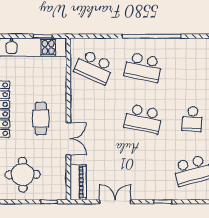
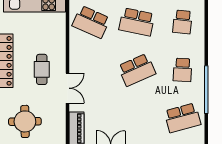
school desk: (192, 67) -> (182, 22), added
school desk: (143, 119) -> (137, 70), turned -36

